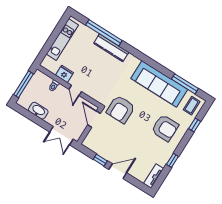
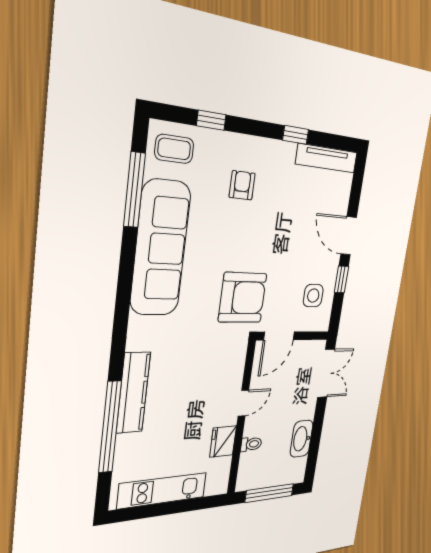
armchair: (165, 128) -> (242, 185), width x0.53, depth x0.53
side table: (102, 143) -> (313, 296), added
tv unit: (154, 176) -> (327, 158), width x1.41

